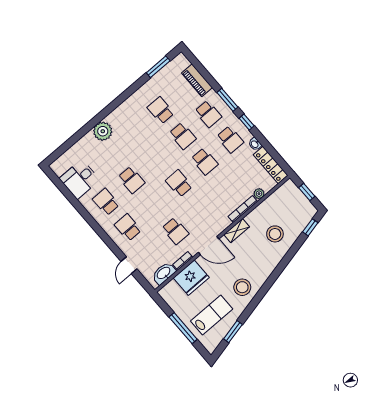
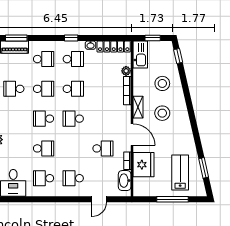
window: (227, 100) -> (16, 38), moved
school desk: (157, 158) -> (44, 119), added
kitchen sink: (283, 194) -> (140, 55), added
door: (209, 246) -> (132, 135), hinge flipped
door: (129, 265) -> (99, 199), hinge flipped
stool: (242, 287) -> (162, 113), moved

